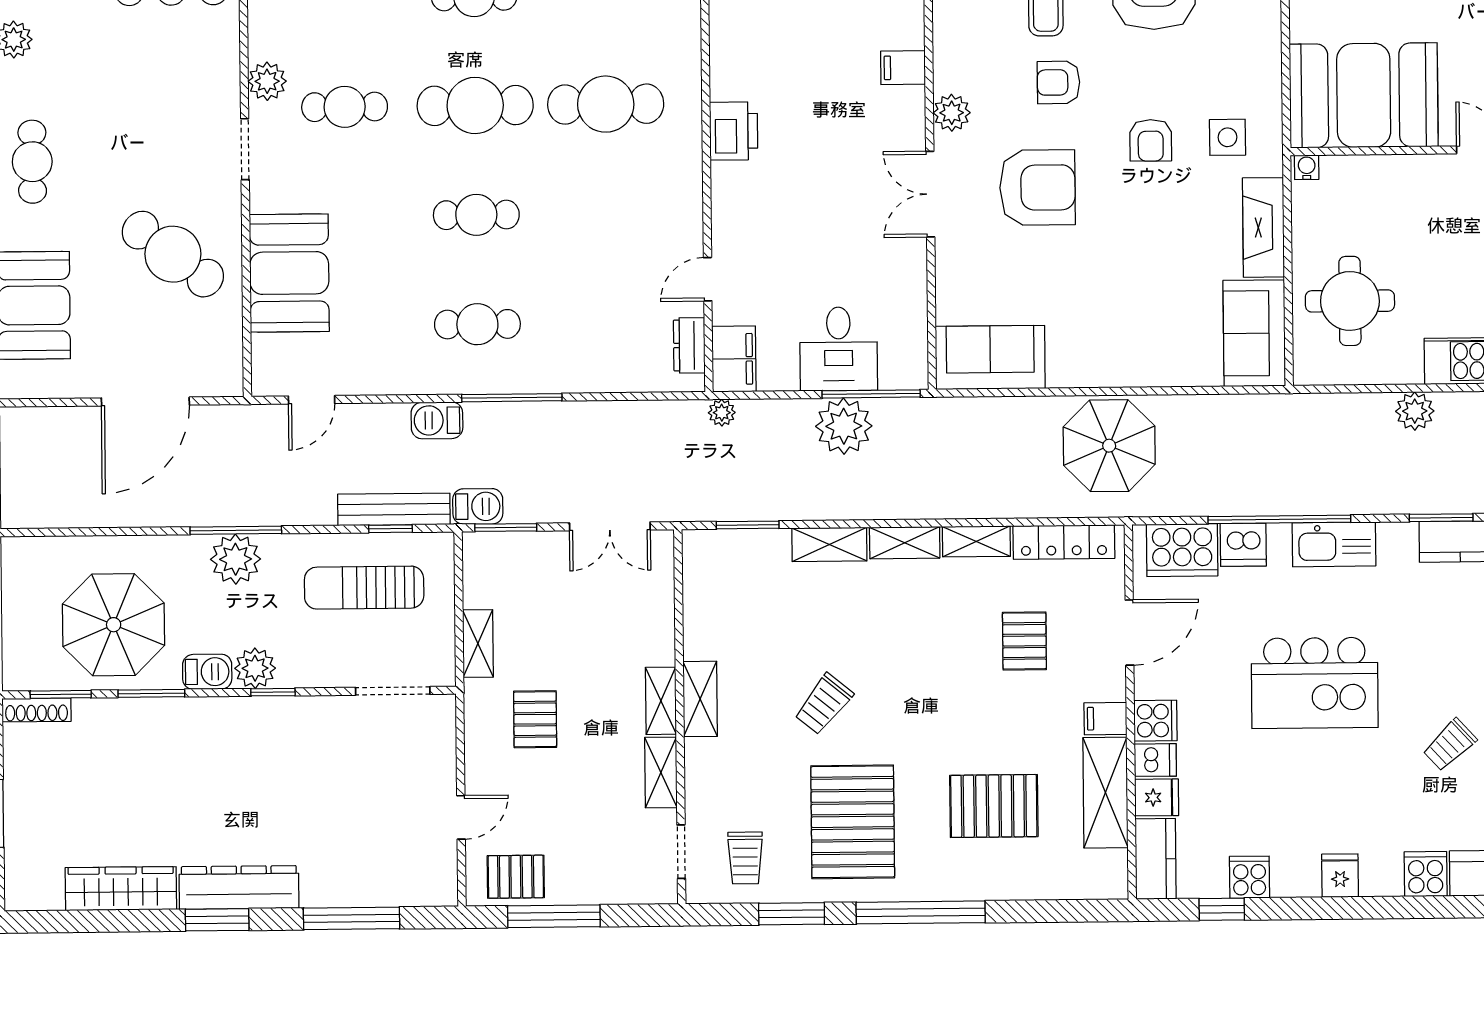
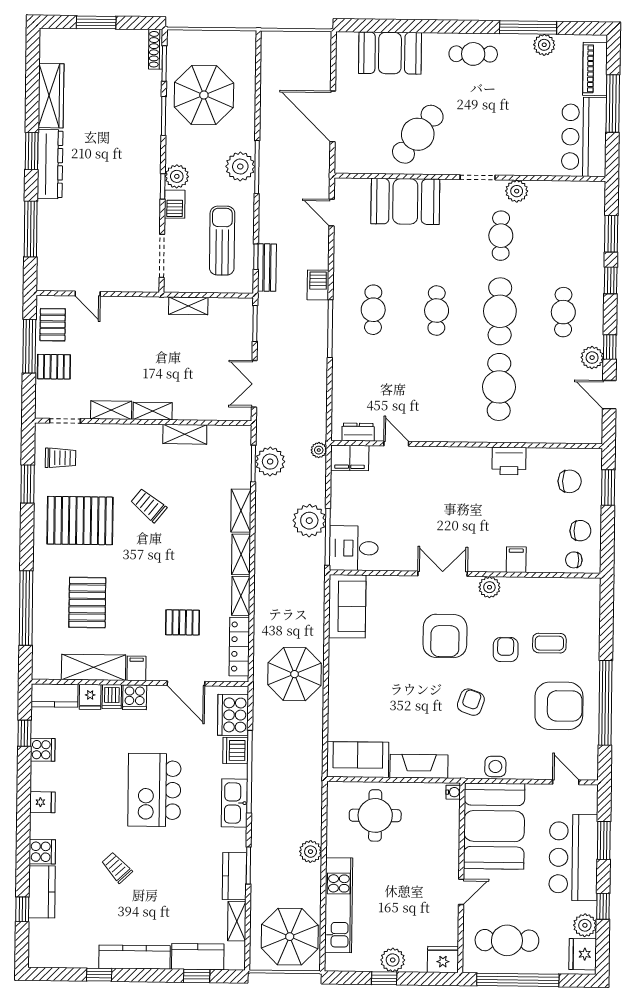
printer: (734, 131) -> (509, 461), moved
side table: (1228, 137) -> (495, 766), moved
armchair: (1151, 140) -> (471, 702), turned 109
desk: (839, 349) -> (354, 548), moved
plant: (743, 496) -> (270, 462), added
barbecue: (478, 506) -> (268, 308), removed
bench: (394, 509) -> (267, 268), width x0.73
barbecue: (207, 672) -> (175, 204), moved
shelving: (700, 699) -> (185, 434), moved
pallet: (535, 719) -> (54, 367), moved
trolley: (745, 858) -> (61, 458), turned 180
window: (921, 912) -> (26, 608), moved

